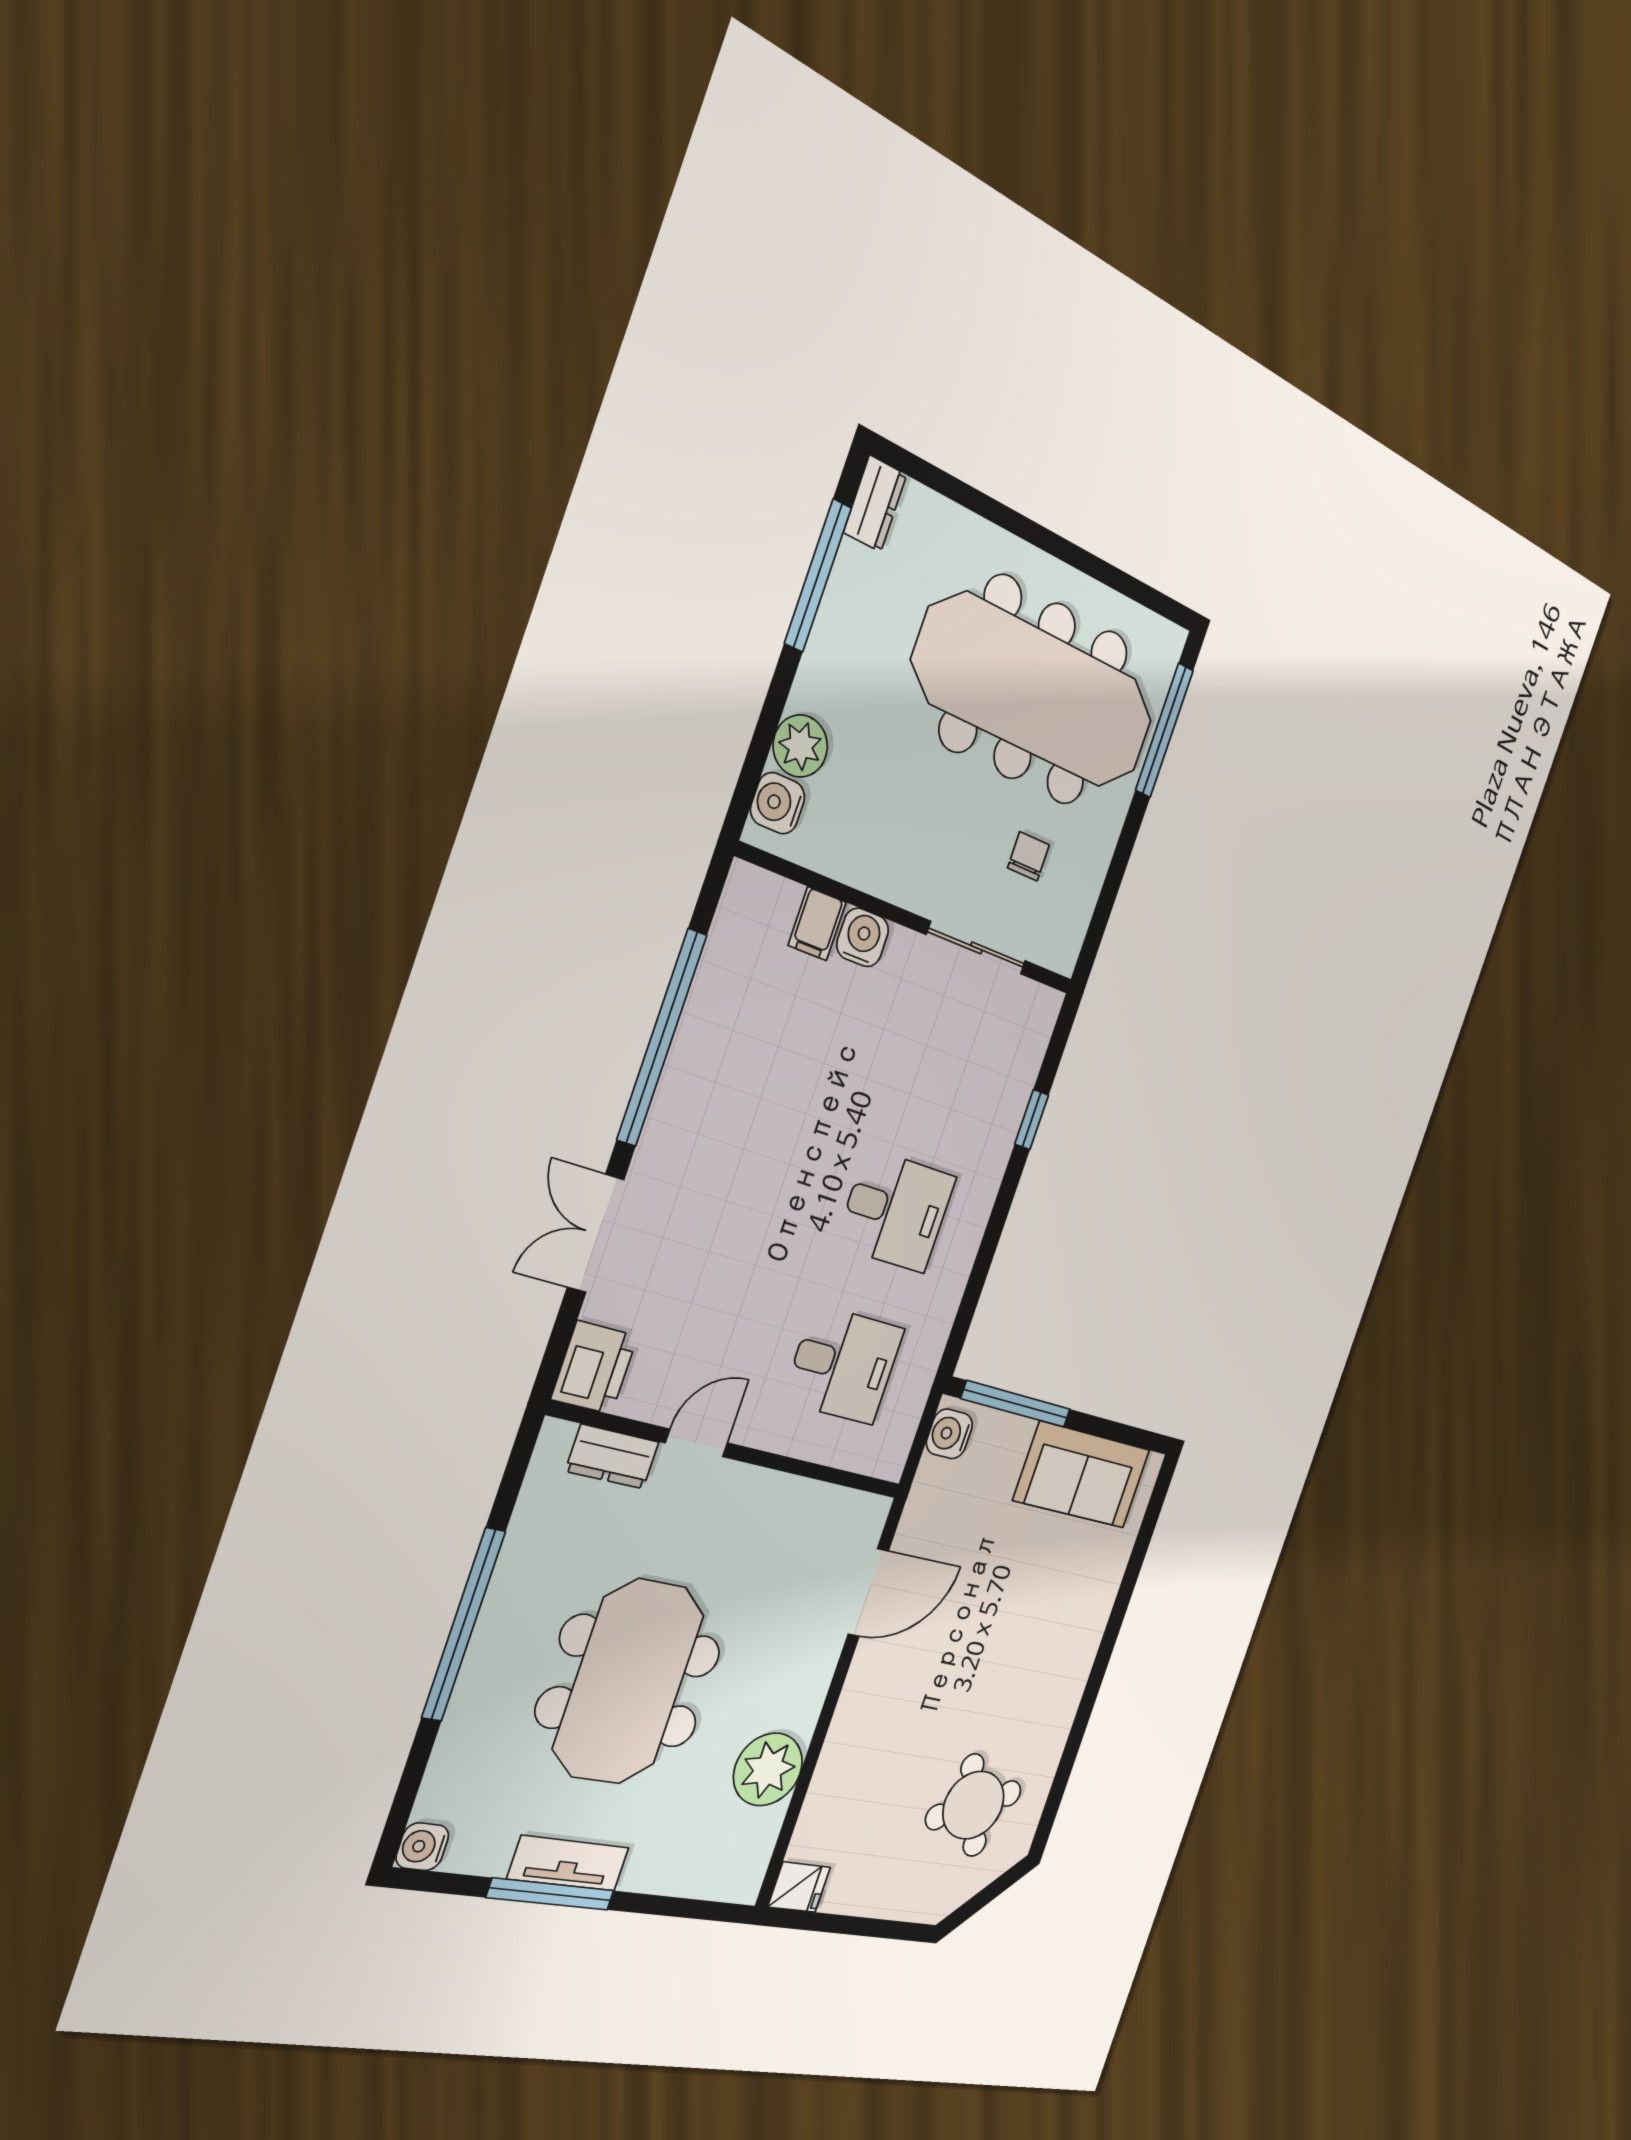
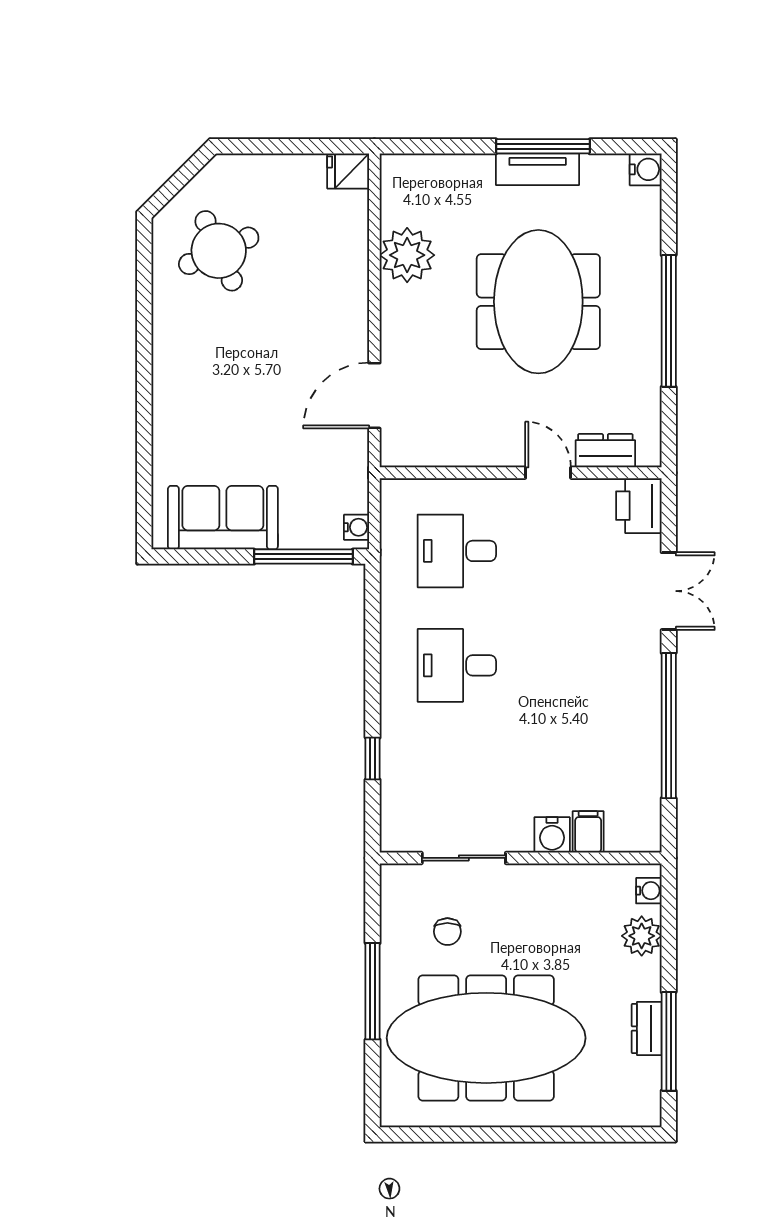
dresser: (875, 504) -> (647, 1029), moved
window: (1164, 730) -> (373, 991), moved
water cooler: (778, 803) -> (649, 891), width x0.72, depth x0.72
water cooler: (949, 1434) -> (356, 527), width x0.72, depth x0.72
door: (697, 1443) -> (548, 473), swing flipped

